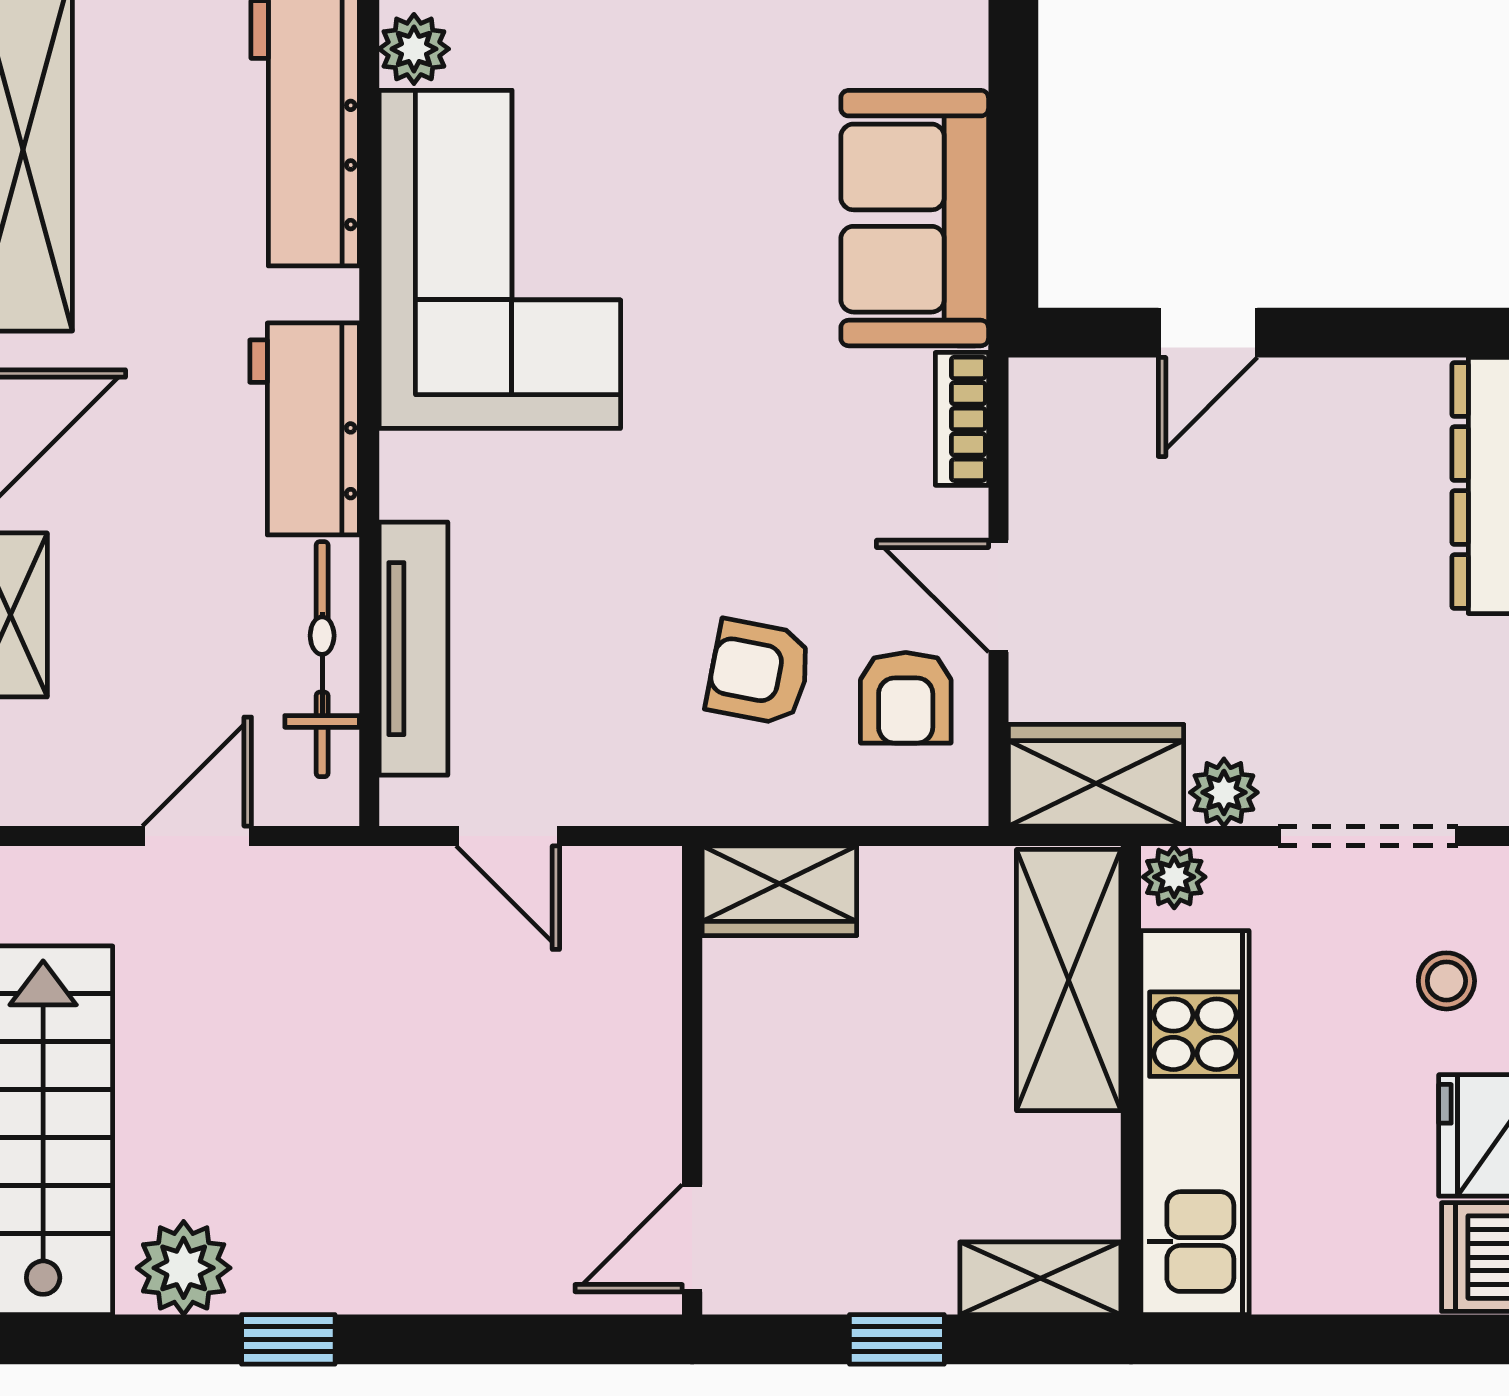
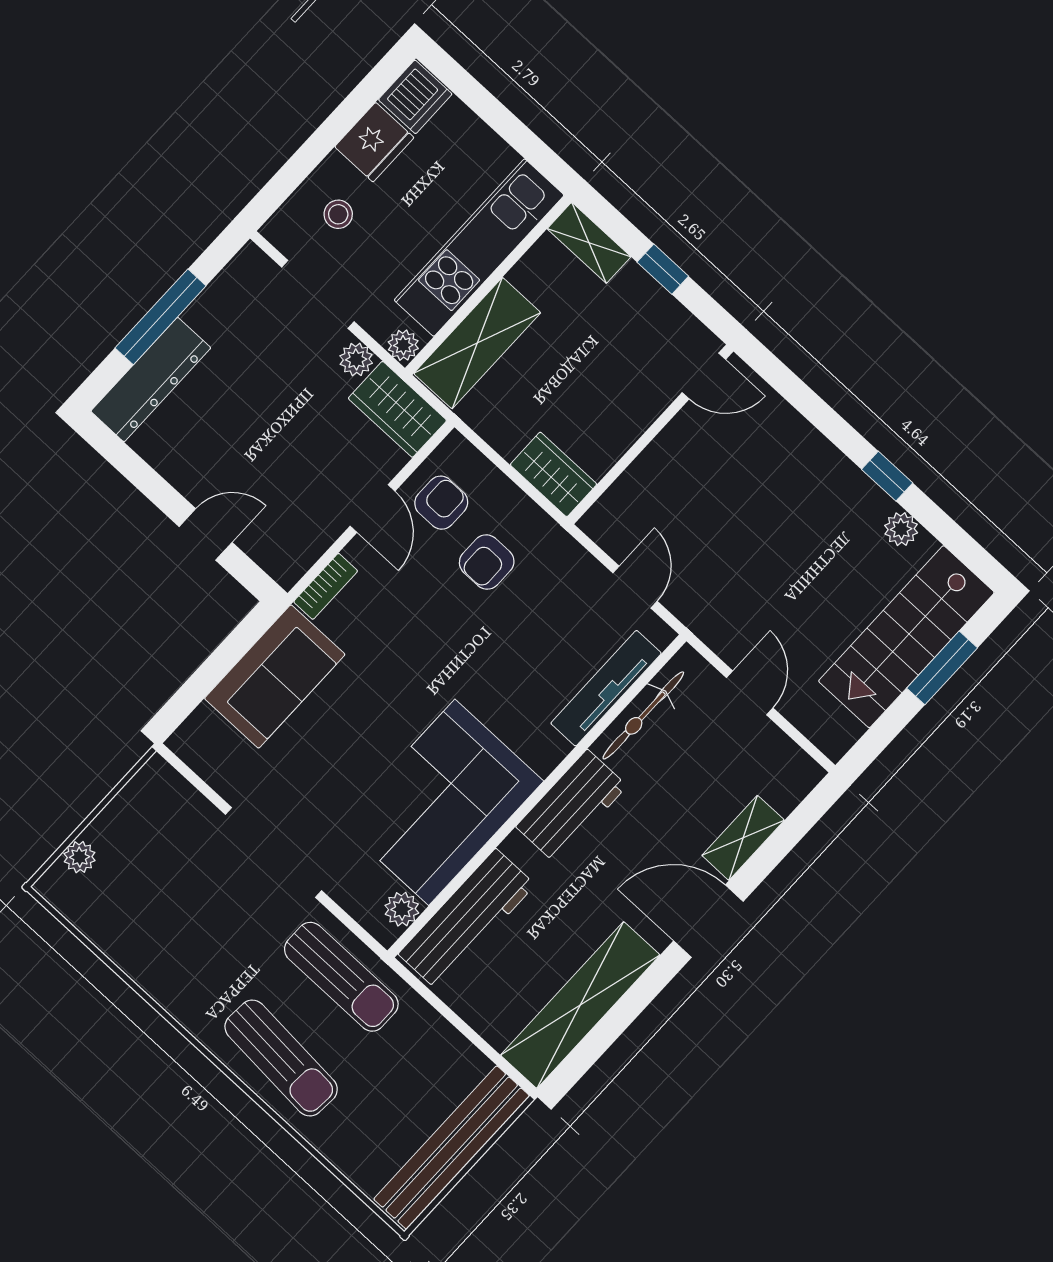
armchair: (759, 672) -> (487, 562), turned 79
door: (197, 836) -> (750, 693), swing flipped
plant: (184, 1268) -> (901, 529), width x0.73, depth x0.73

